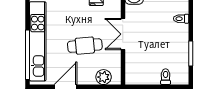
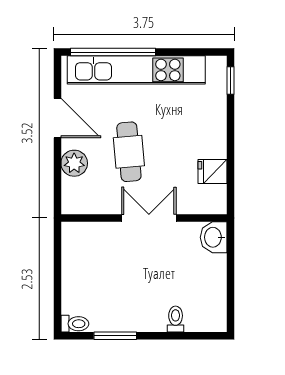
plant: (104, 77) -> (74, 163), moved
toilet: (166, 77) -> (75, 324), moved

